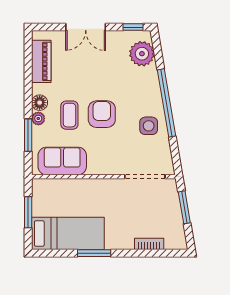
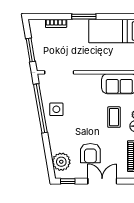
window: (167, 103) -> (40, 108), moved
armchair: (102, 114) -> (90, 153), moved
window: (94, 253) -> (84, 17), moved

